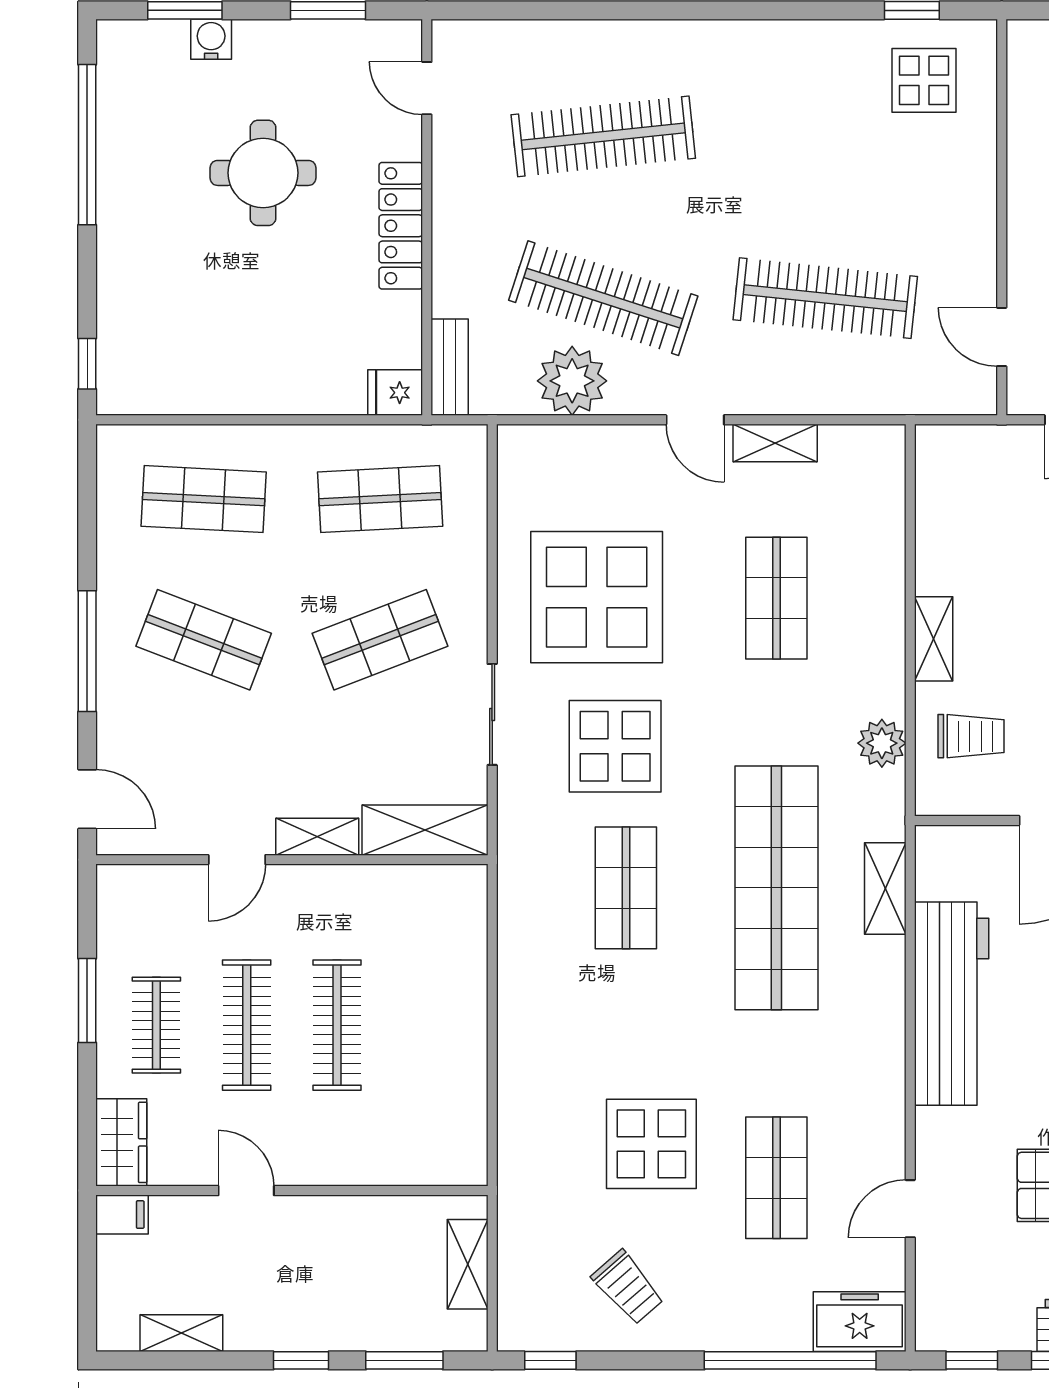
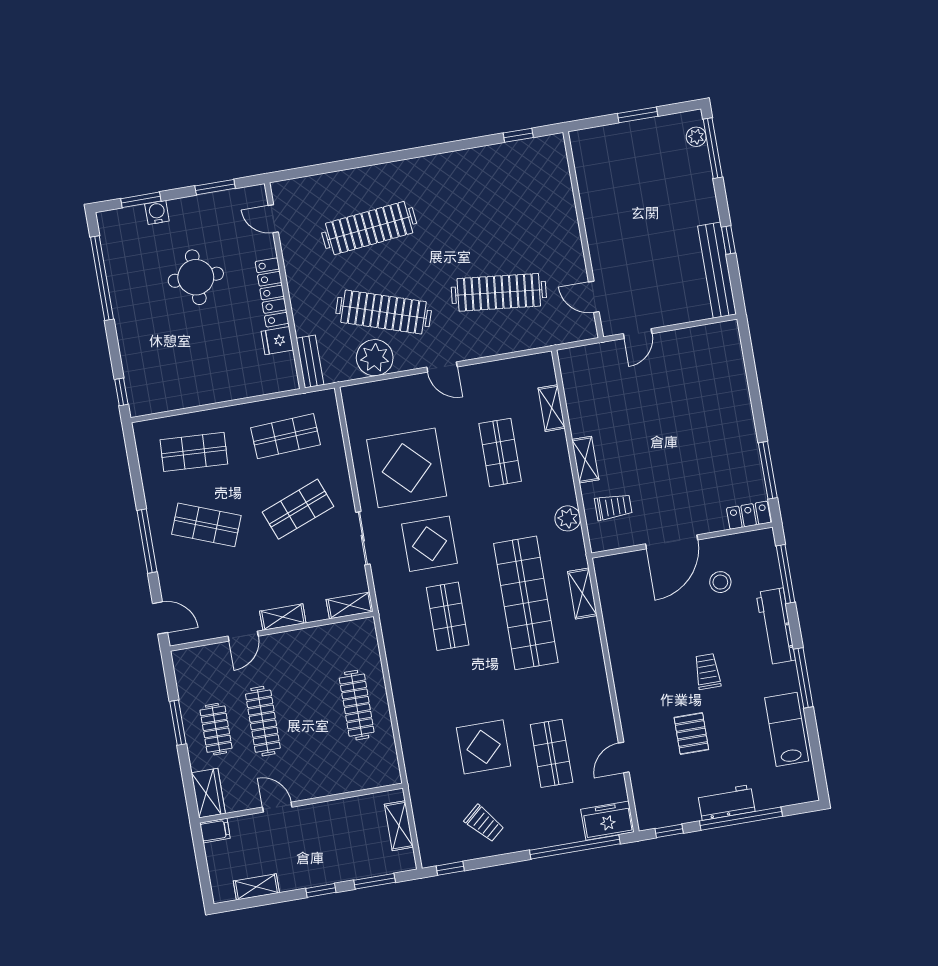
display table: (924, 80) -> (531, 170), removed
fridge: (395, 393) -> (277, 341), moved
shelving: (775, 443) -> (552, 408), moved, turned 90
shelving: (425, 830) -> (350, 605), width x0.67, depth x0.75
workbench: (952, 1004) -> (627, 647), removed
clothes rail: (337, 1025) -> (357, 705), moved

